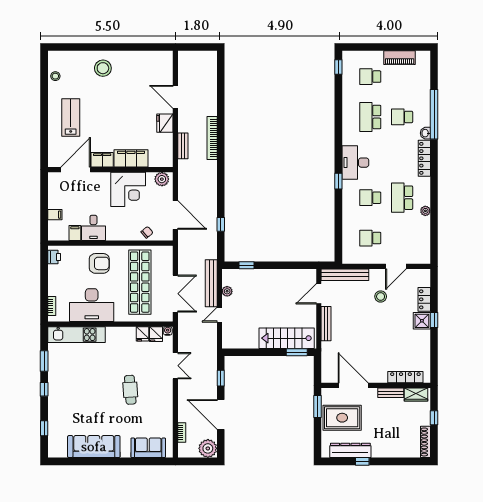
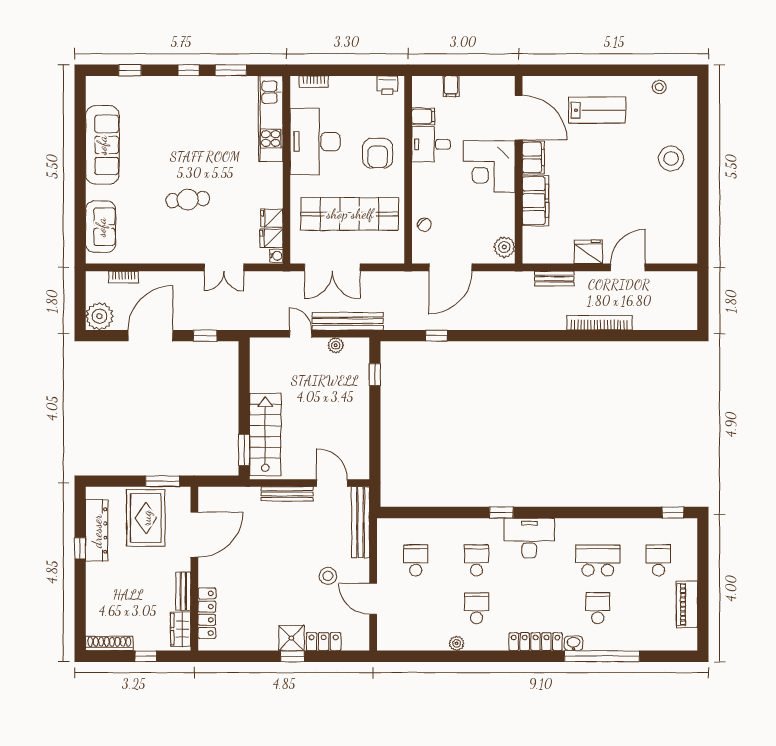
bookcase: (212, 138) -> (599, 323), moved
corner desk: (128, 189) -> (489, 166), moved
school desk: (402, 198) -> (476, 608), width x0.54

